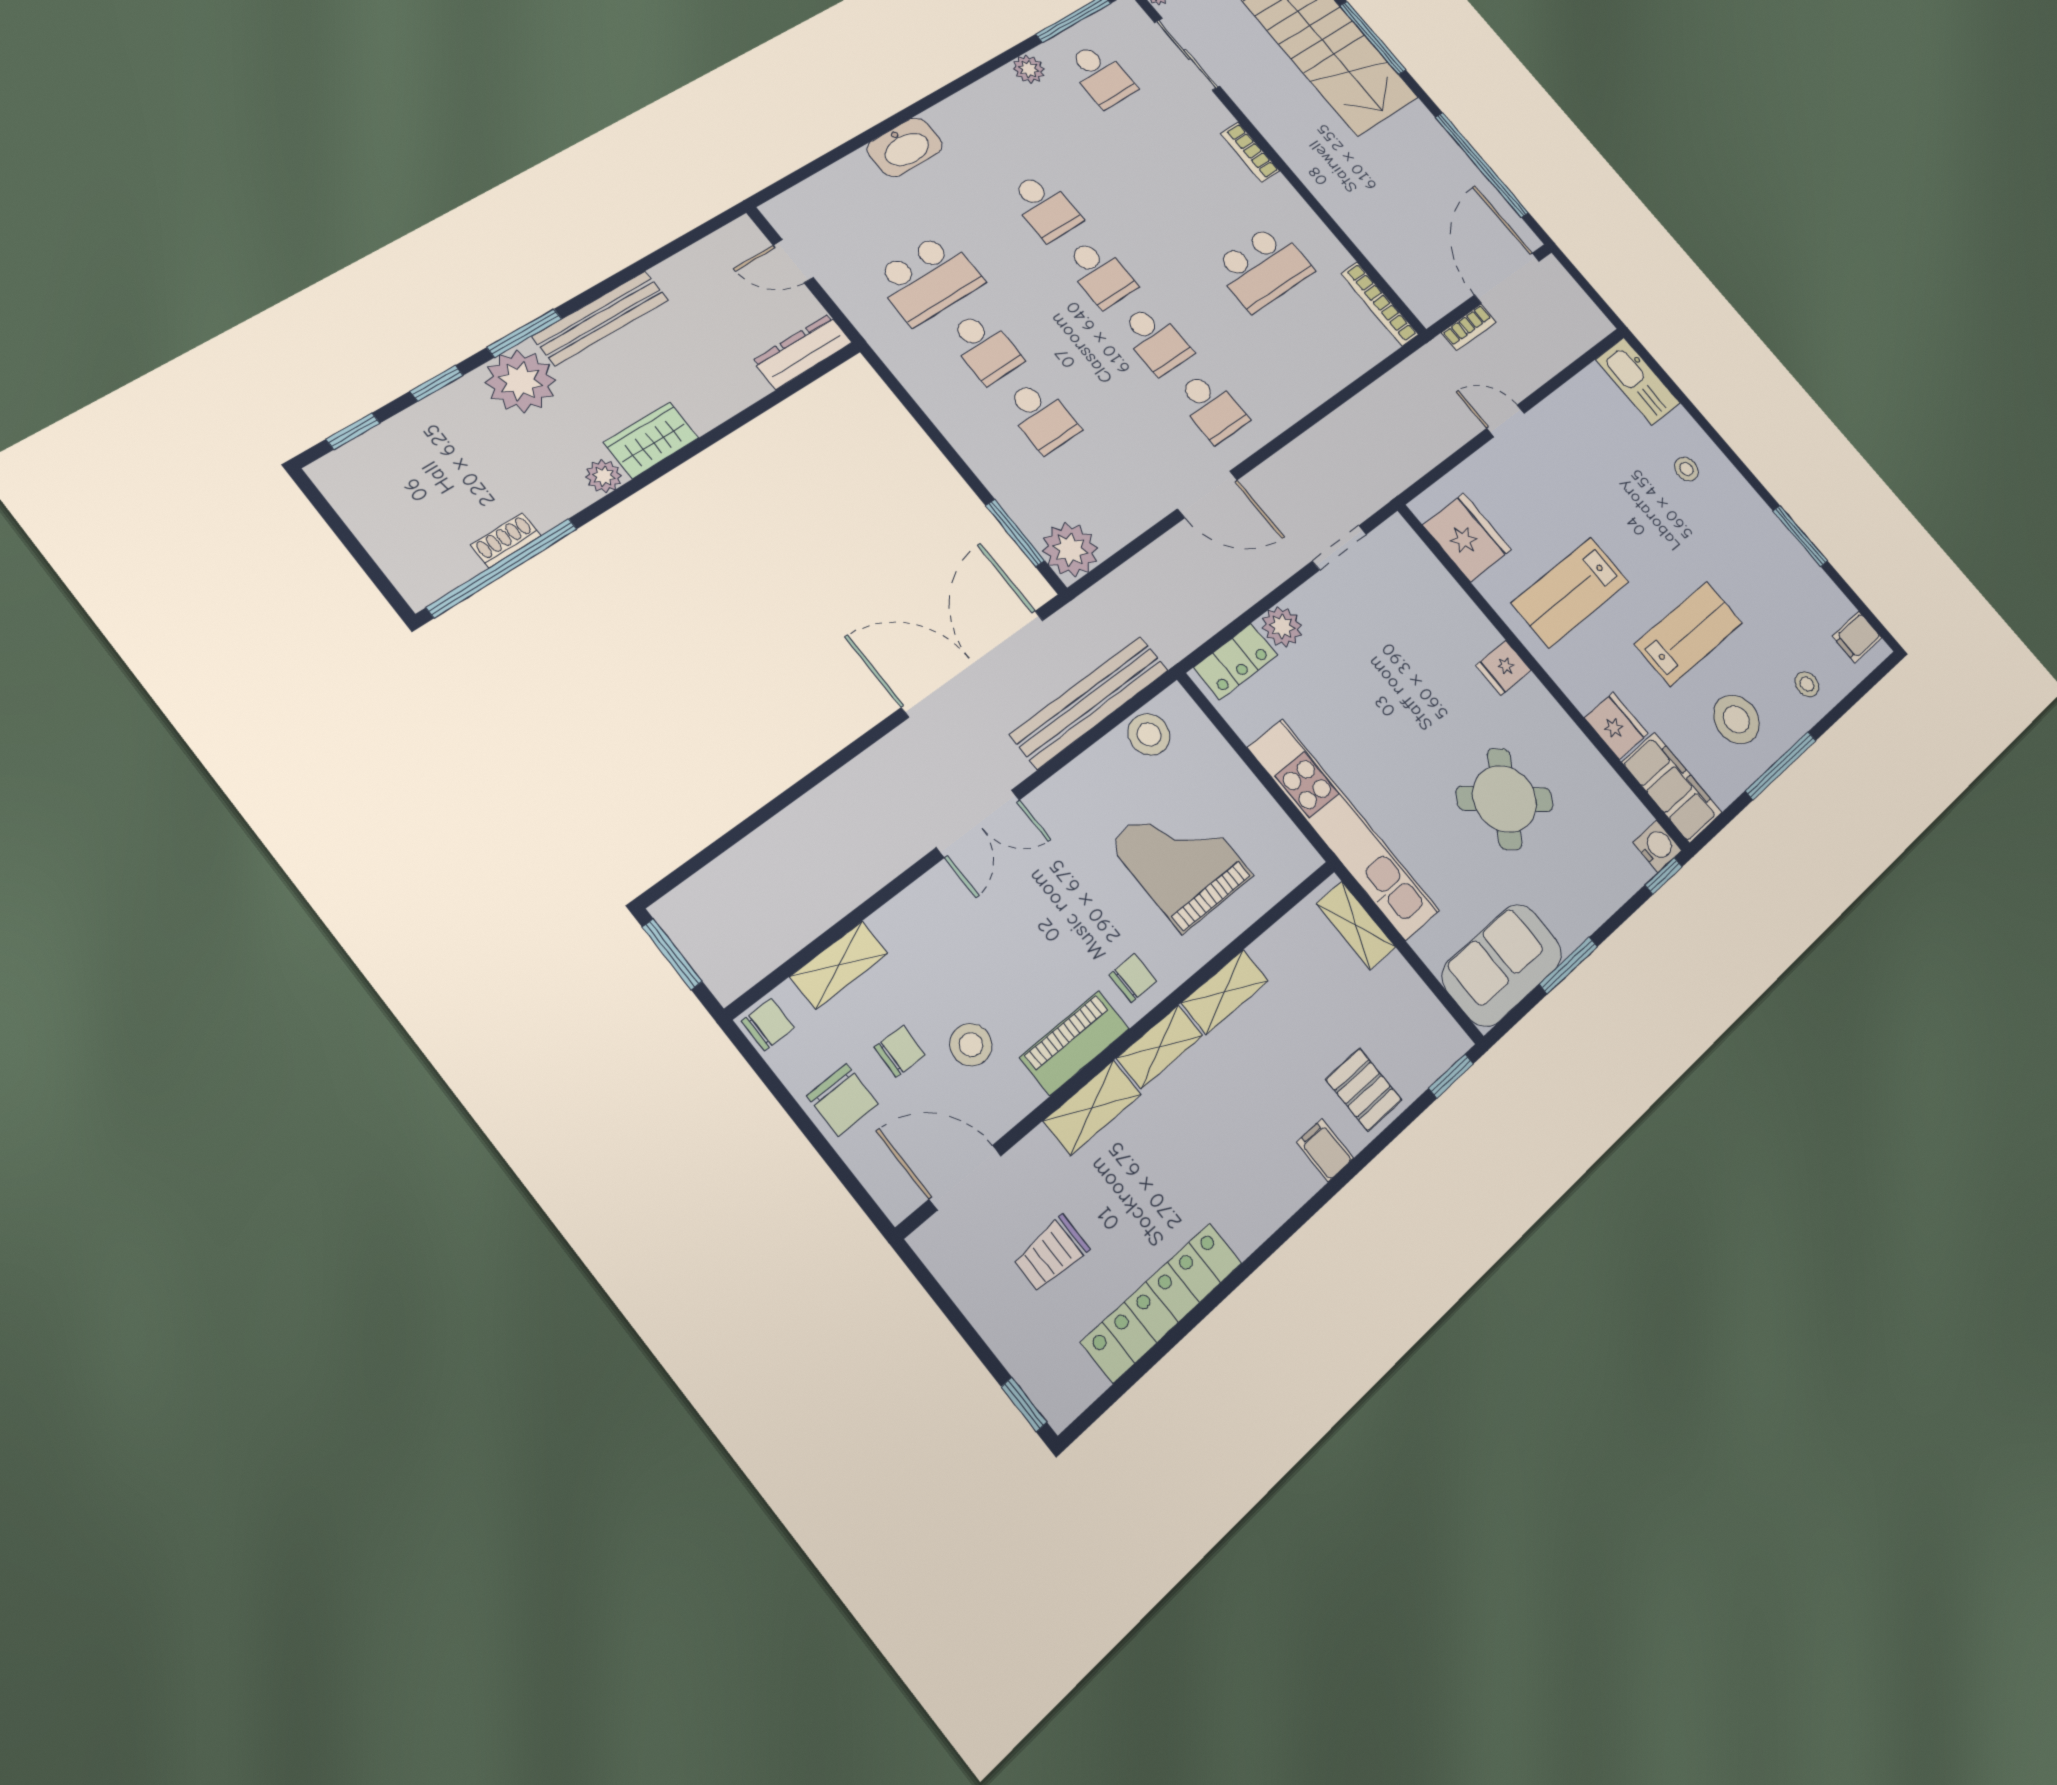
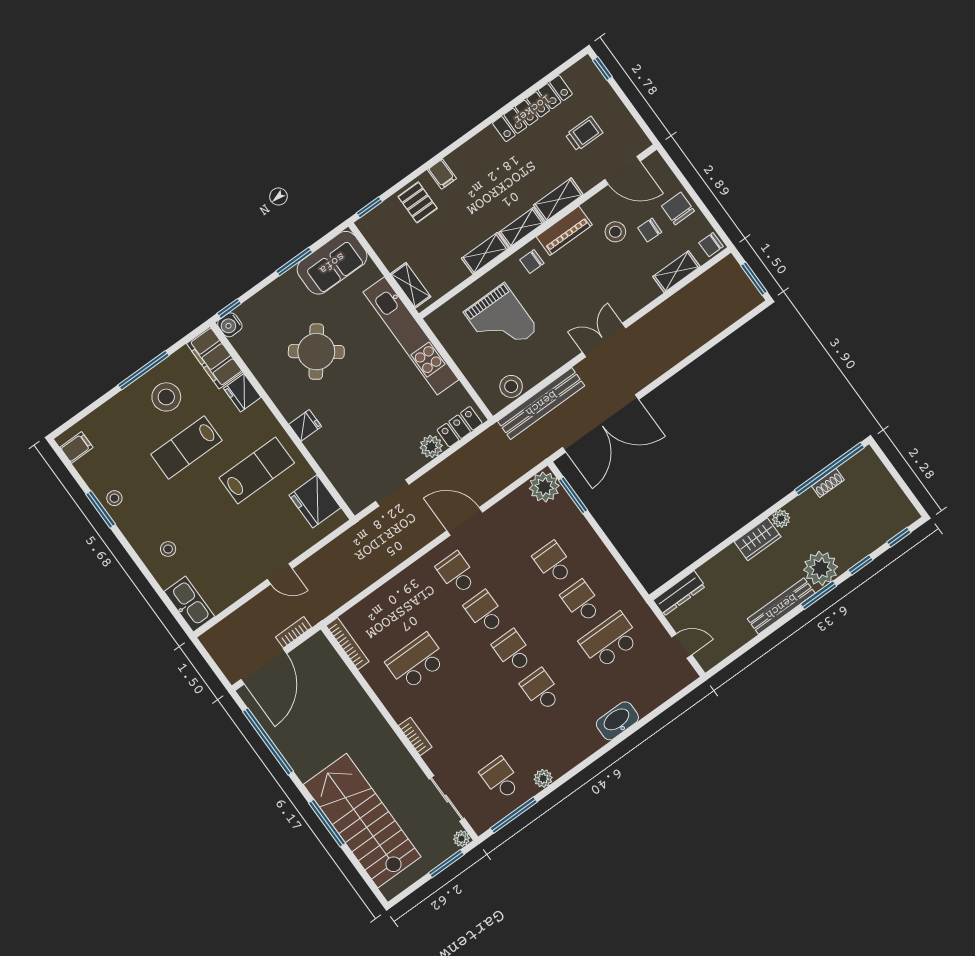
stool: (1807, 684) -> (114, 498), moved

